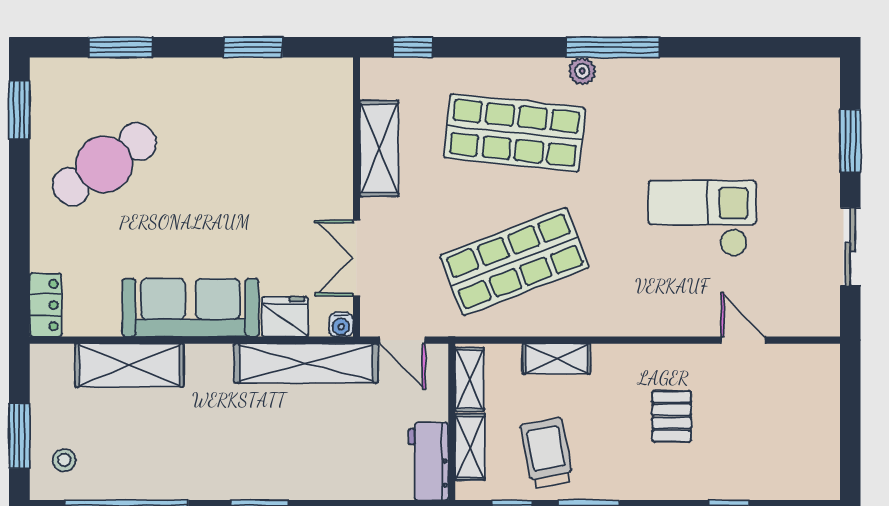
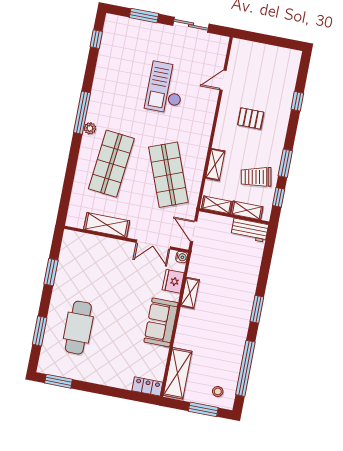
window: (413, 47) -> (96, 39), moved
cafe table: (104, 164) -> (78, 328), moved, turned 34
sofa: (190, 308) -> (161, 322), width x0.73
door: (402, 340) -> (194, 231), swing flipped
shelving: (306, 363) -> (190, 293), width x0.45, depth x0.75
shelving: (129, 365) -> (178, 373), moved

